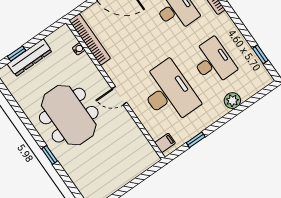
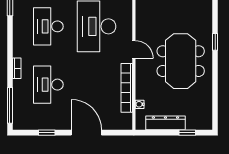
bookcase: (90, 39) -> (127, 88), moved
dresser: (30, 58) -> (165, 123), moved

